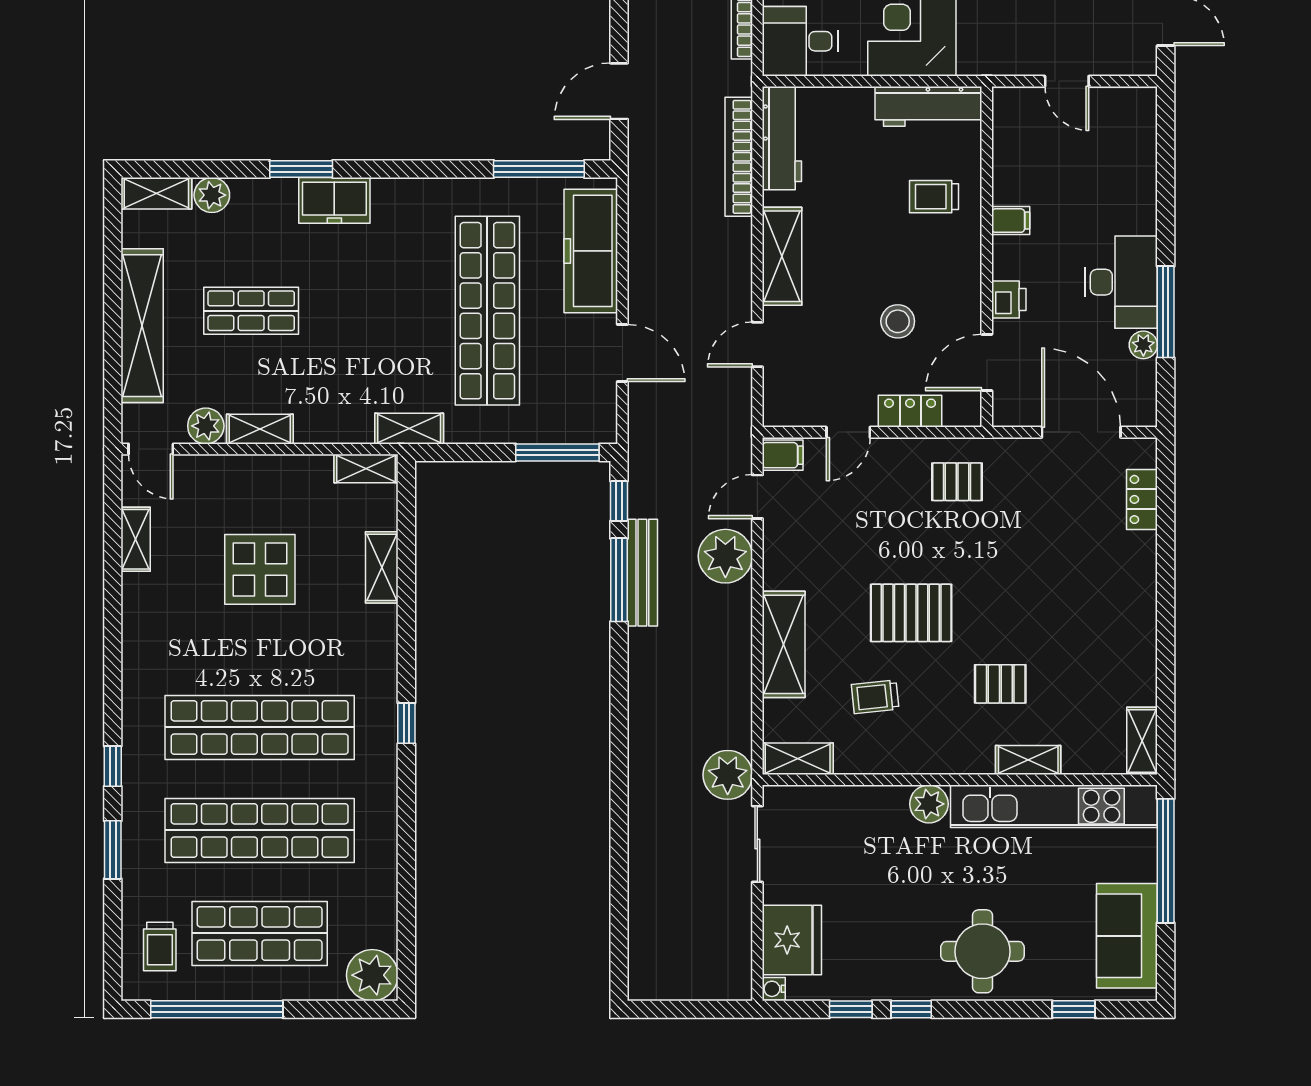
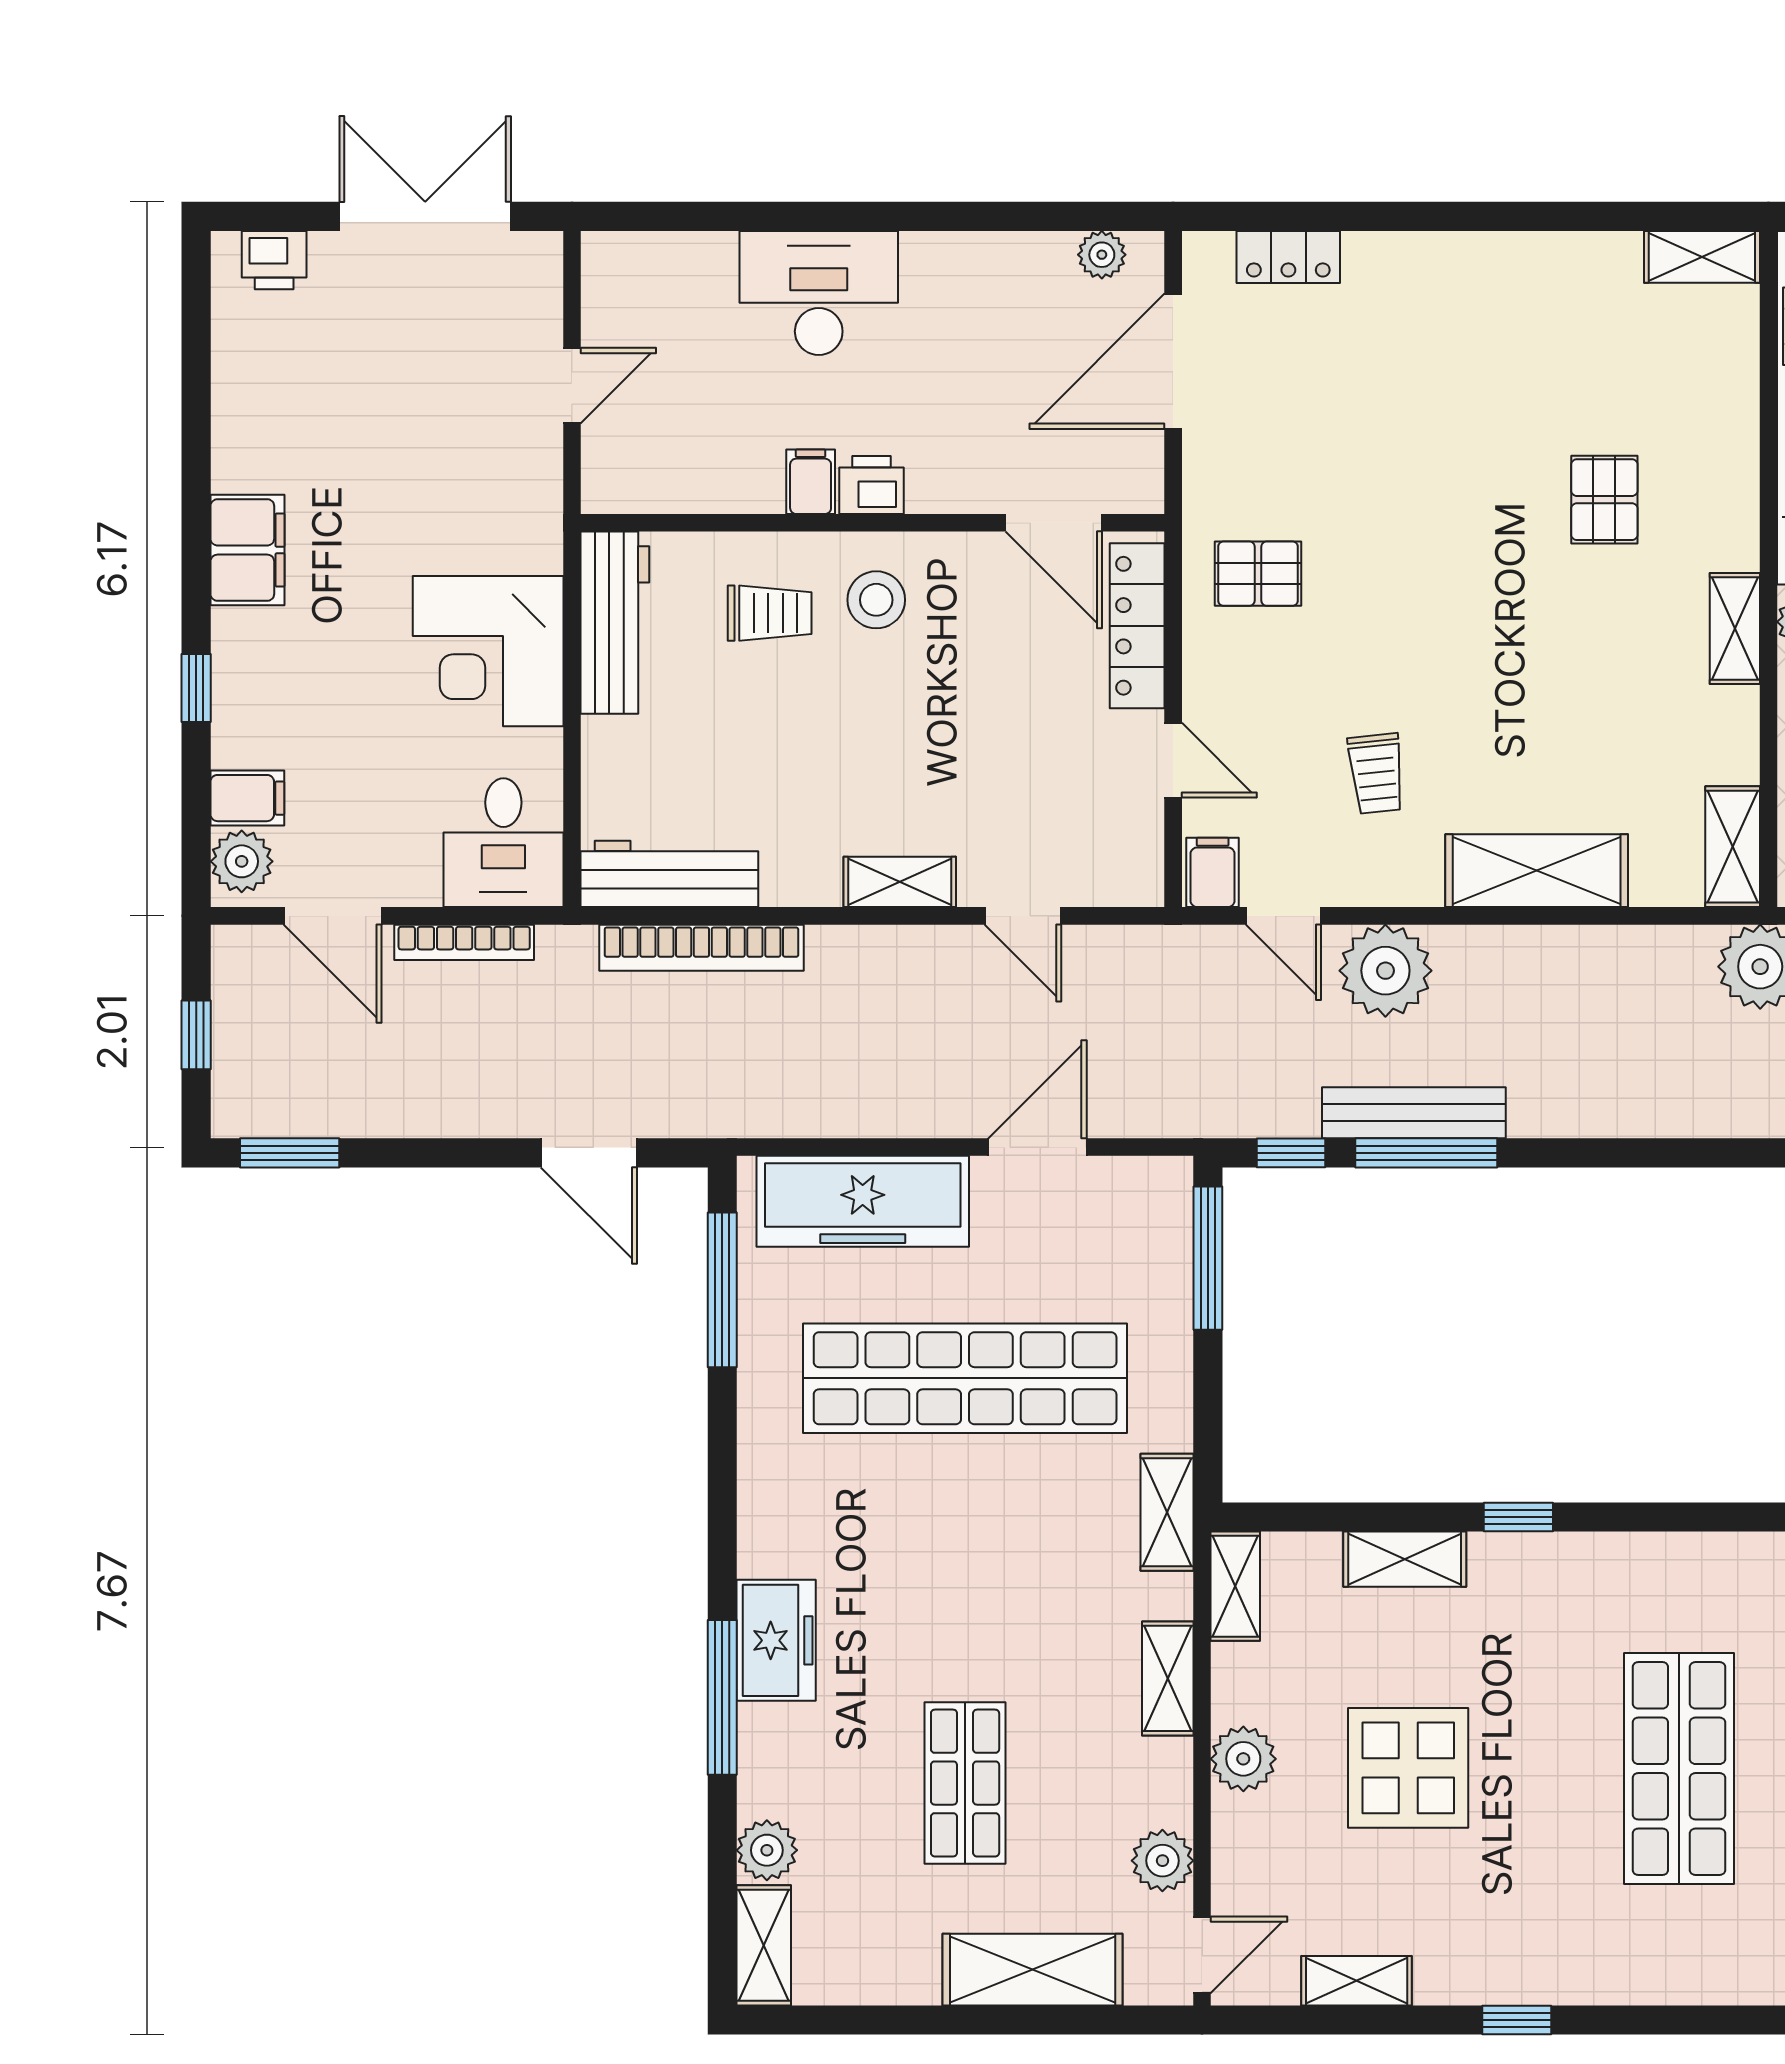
window: (301, 169) -> (722, 1697), width x1.44
trolley: (934, 197) -> (770, 613), turned -90
shelving: (782, 256) -> (900, 882), width x0.67, depth x0.75
desk: (1121, 282) -> (819, 293), moved
printer: (1009, 299) -> (872, 485), moved
window: (1166, 312) -> (967, 216), removed
stool: (898, 321) -> (876, 600), moved
shelving: (142, 326) -> (1033, 1970), width x0.68
plant: (1143, 345) -> (1102, 255), moved
locker: (910, 411) -> (1137, 626), width x1.53
shelving: (260, 429) -> (1168, 1678), moved
plant: (265, 473) -> (1243, 1759), added
pallet: (957, 482) -> (1258, 574), turned 90
pallet: (911, 613) -> (1483, 652), removed
trolley: (875, 697) -> (1376, 774), moved
window: (406, 723) -> (1518, 1517), moved
shop shelf: (260, 727) -> (1679, 1769), width x0.71
shelving: (1028, 760) -> (1735, 628), moved
window: (113, 766) -> (1517, 2020), moved

